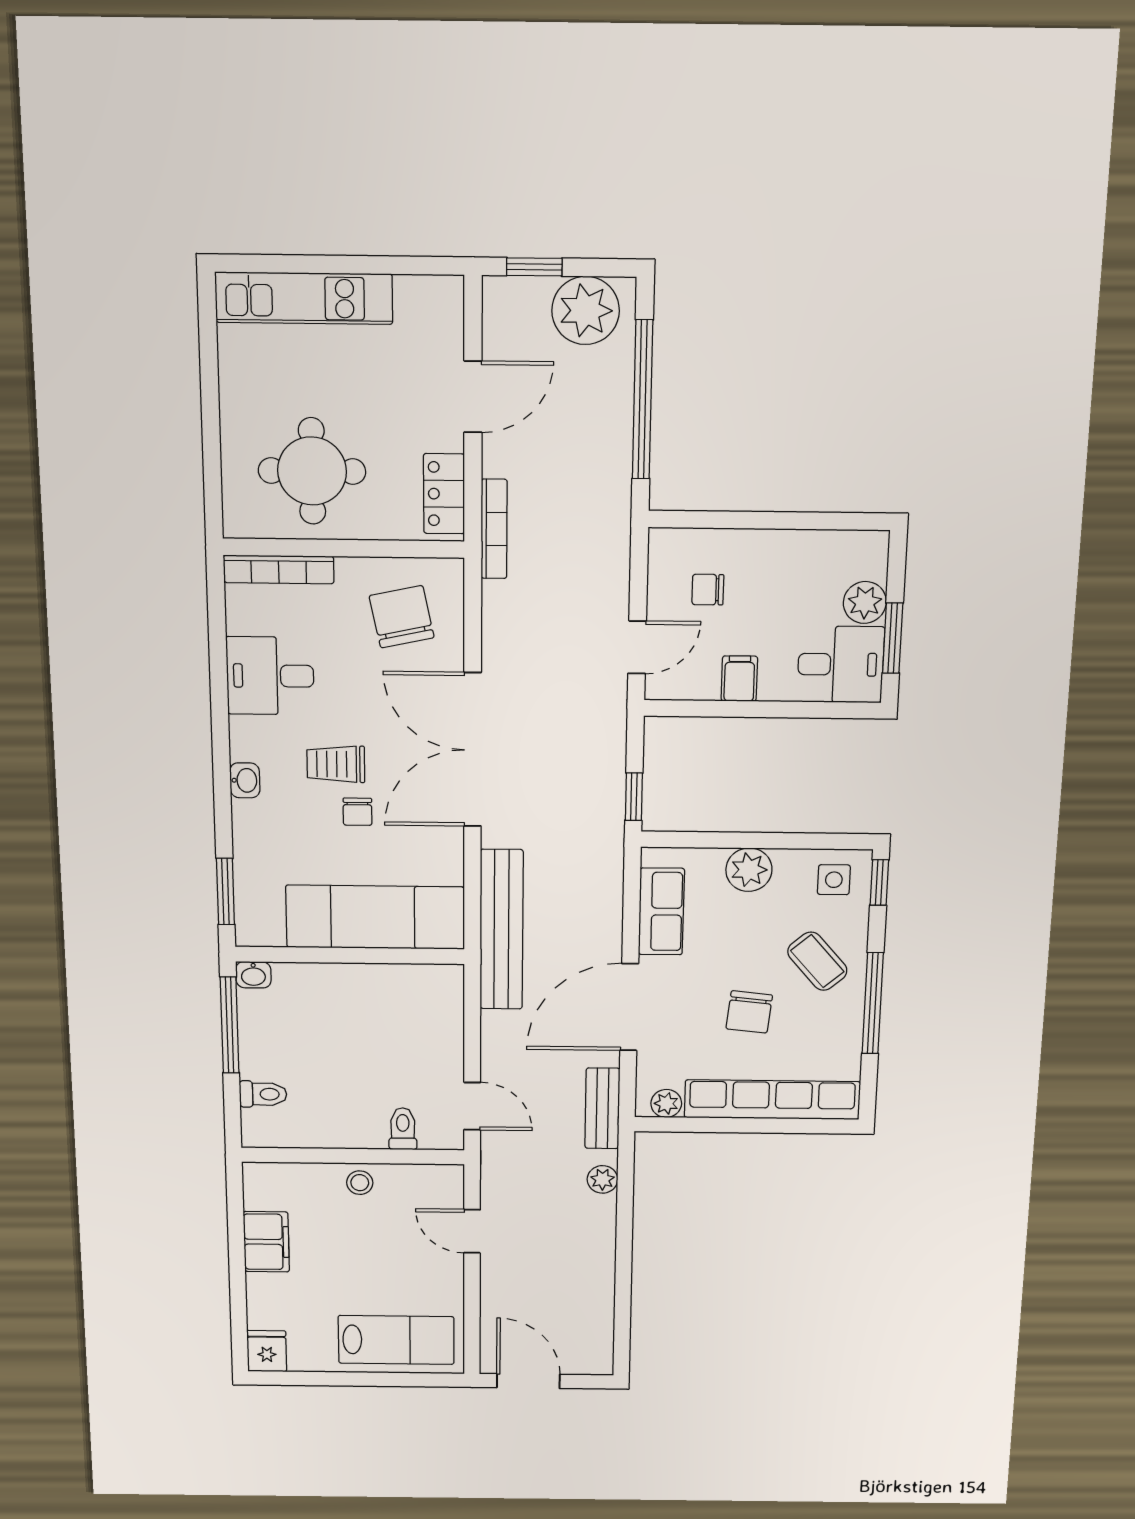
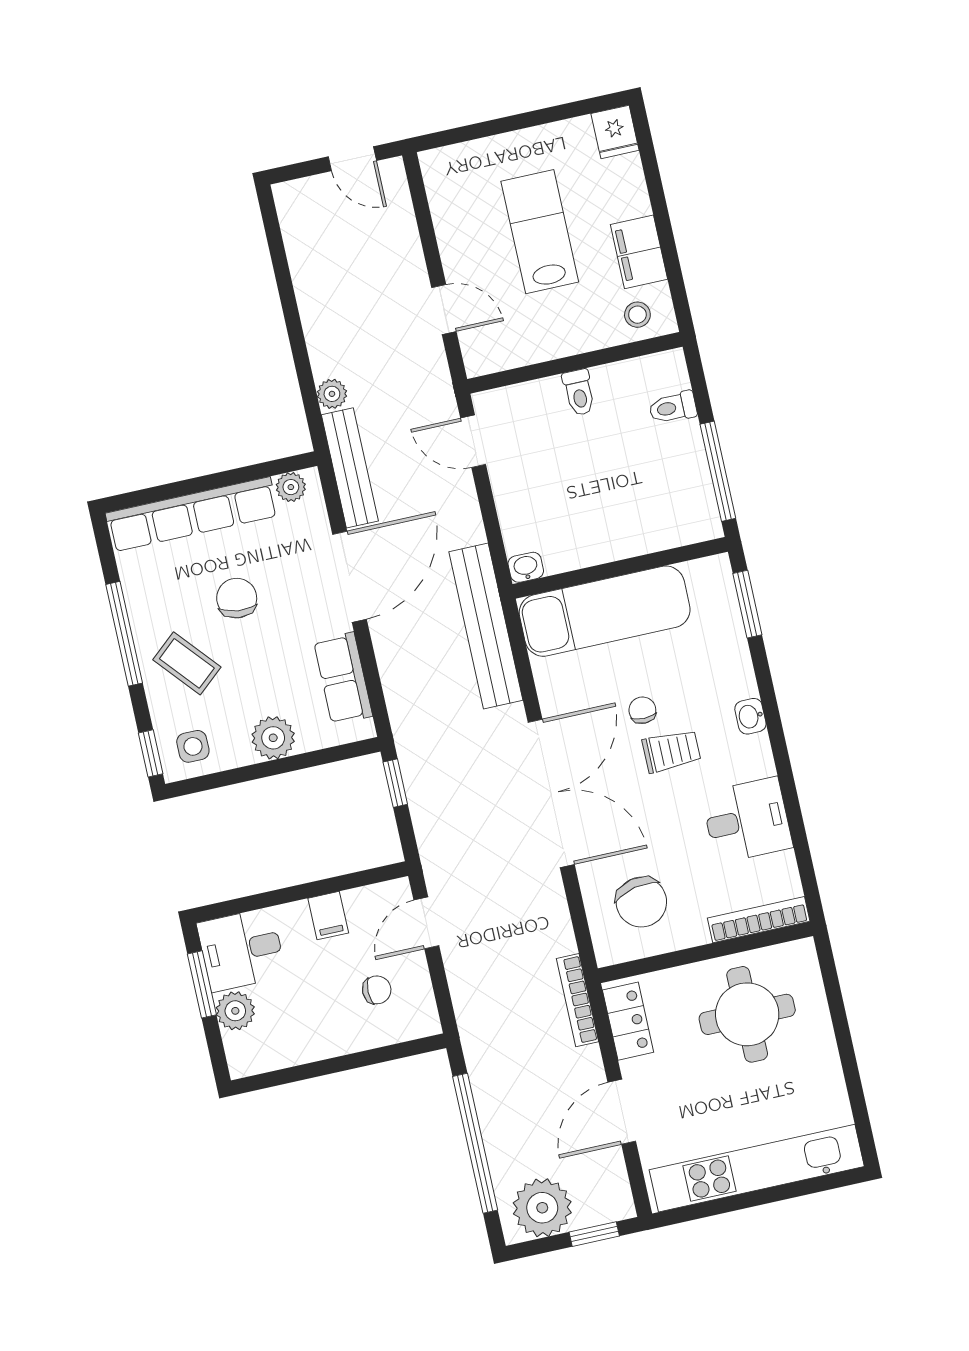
kitchen unit: (304, 298) -> (757, 1168), width x1.36
washbasin: (253, 975) -> (526, 567), moved
bench: (602, 1108) -> (350, 468), width x1.36
toilet: (403, 1129) -> (579, 392), moved
stool: (360, 1183) -> (637, 315), moved
lab bench: (396, 1340) -> (540, 232), moved, turned 90
door: (528, 1381) -> (352, 159), width x0.73

